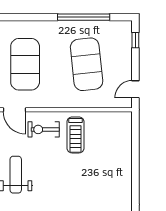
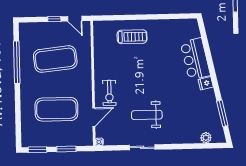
window: (135, 40) -> (54, 19), moved
treadmill: (76, 135) -> (132, 37), moved

